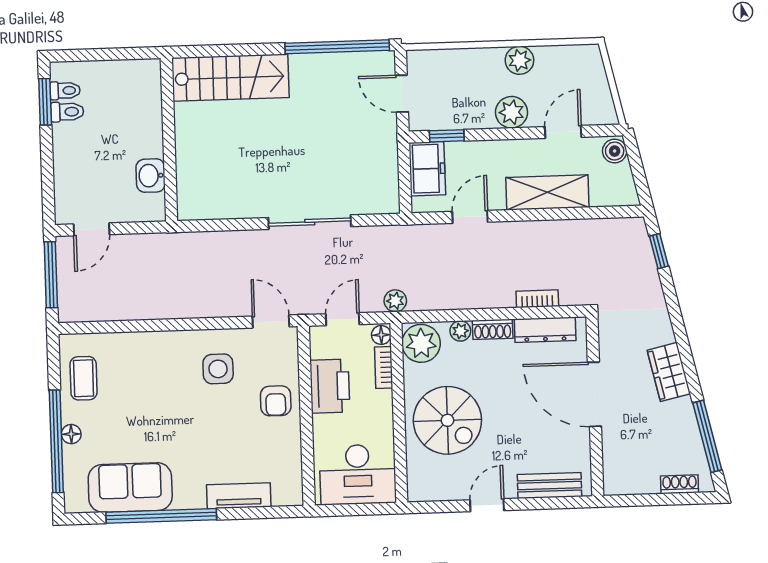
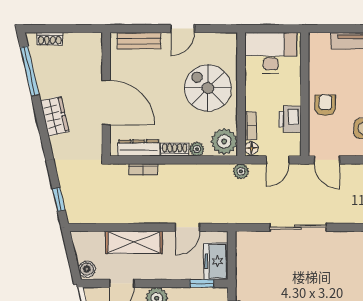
printer: (330, 386) -> (290, 119), width x0.73, depth x0.84

